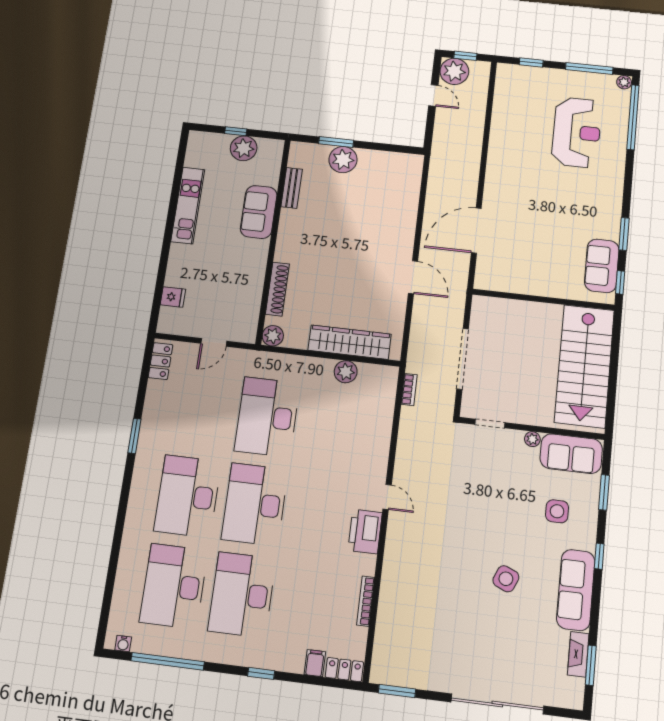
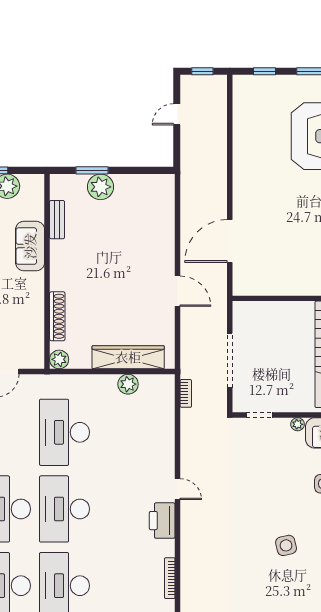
plant: (454, 71) -> (194, 88), removed
door: (433, 95) -> (177, 114), swing flipped
side table: (506, 579) -> (286, 545), turned -36

